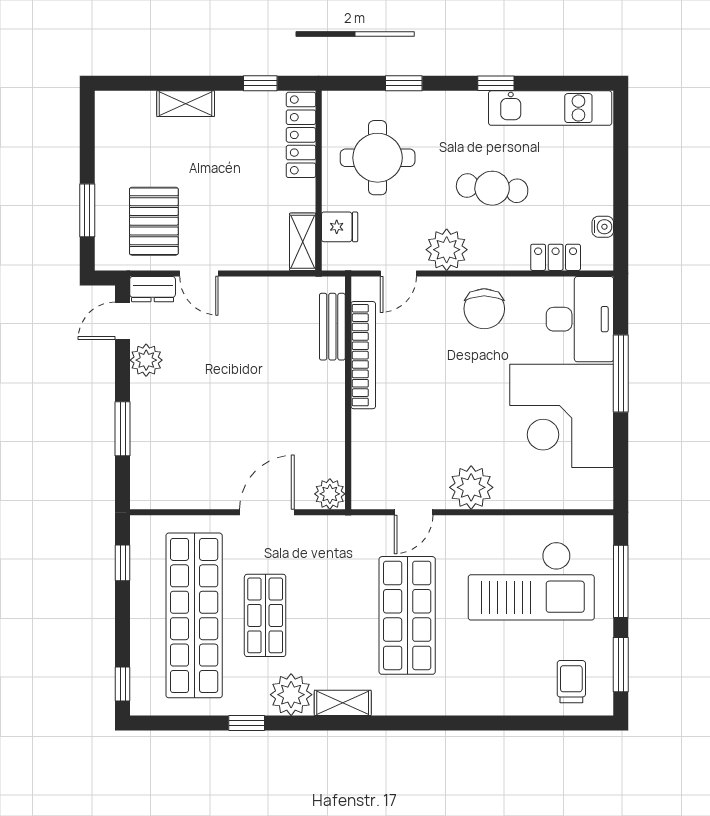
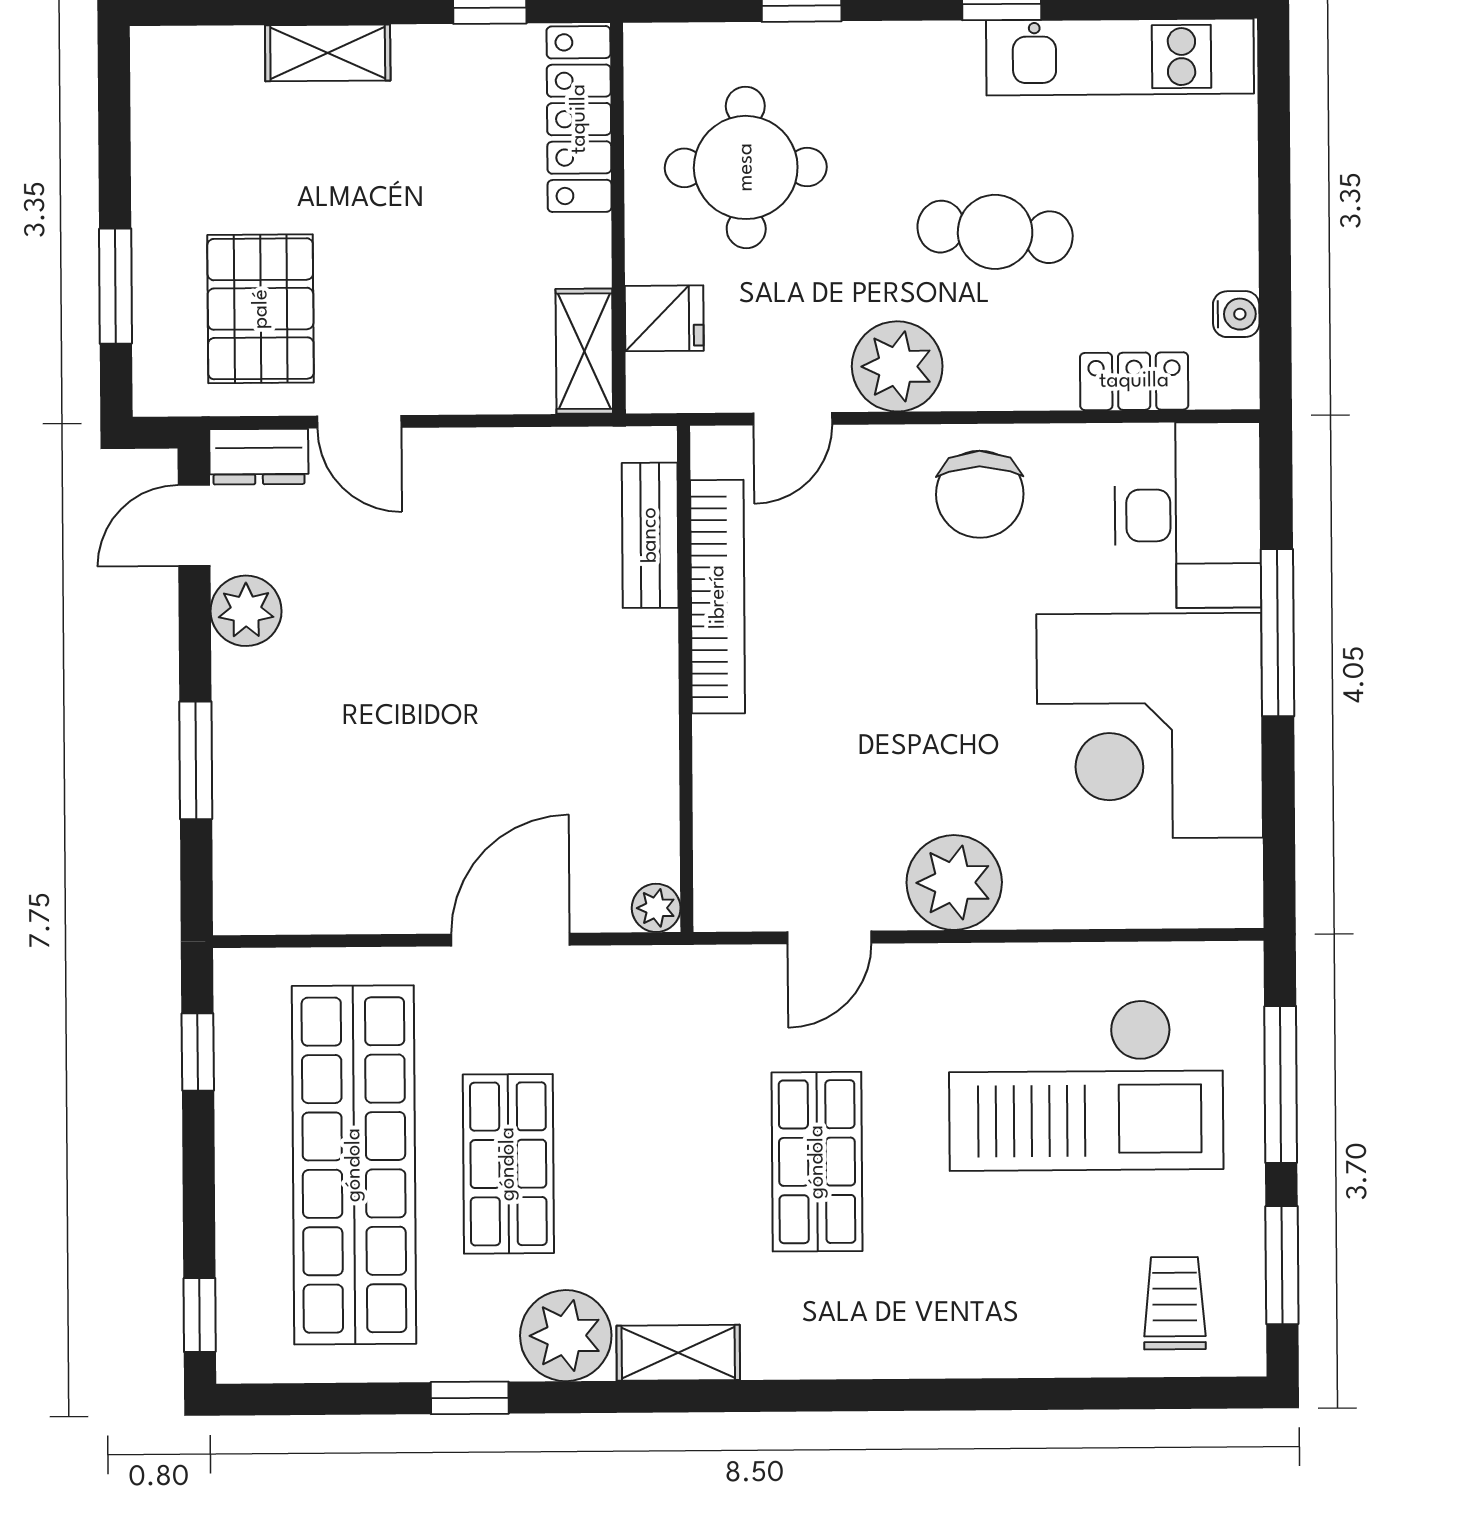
plant: (330, 494) -> (656, 908), width x0.73, depth x0.73
shop shelf: (407, 615) -> (817, 1162), width x0.70, depth x0.74

